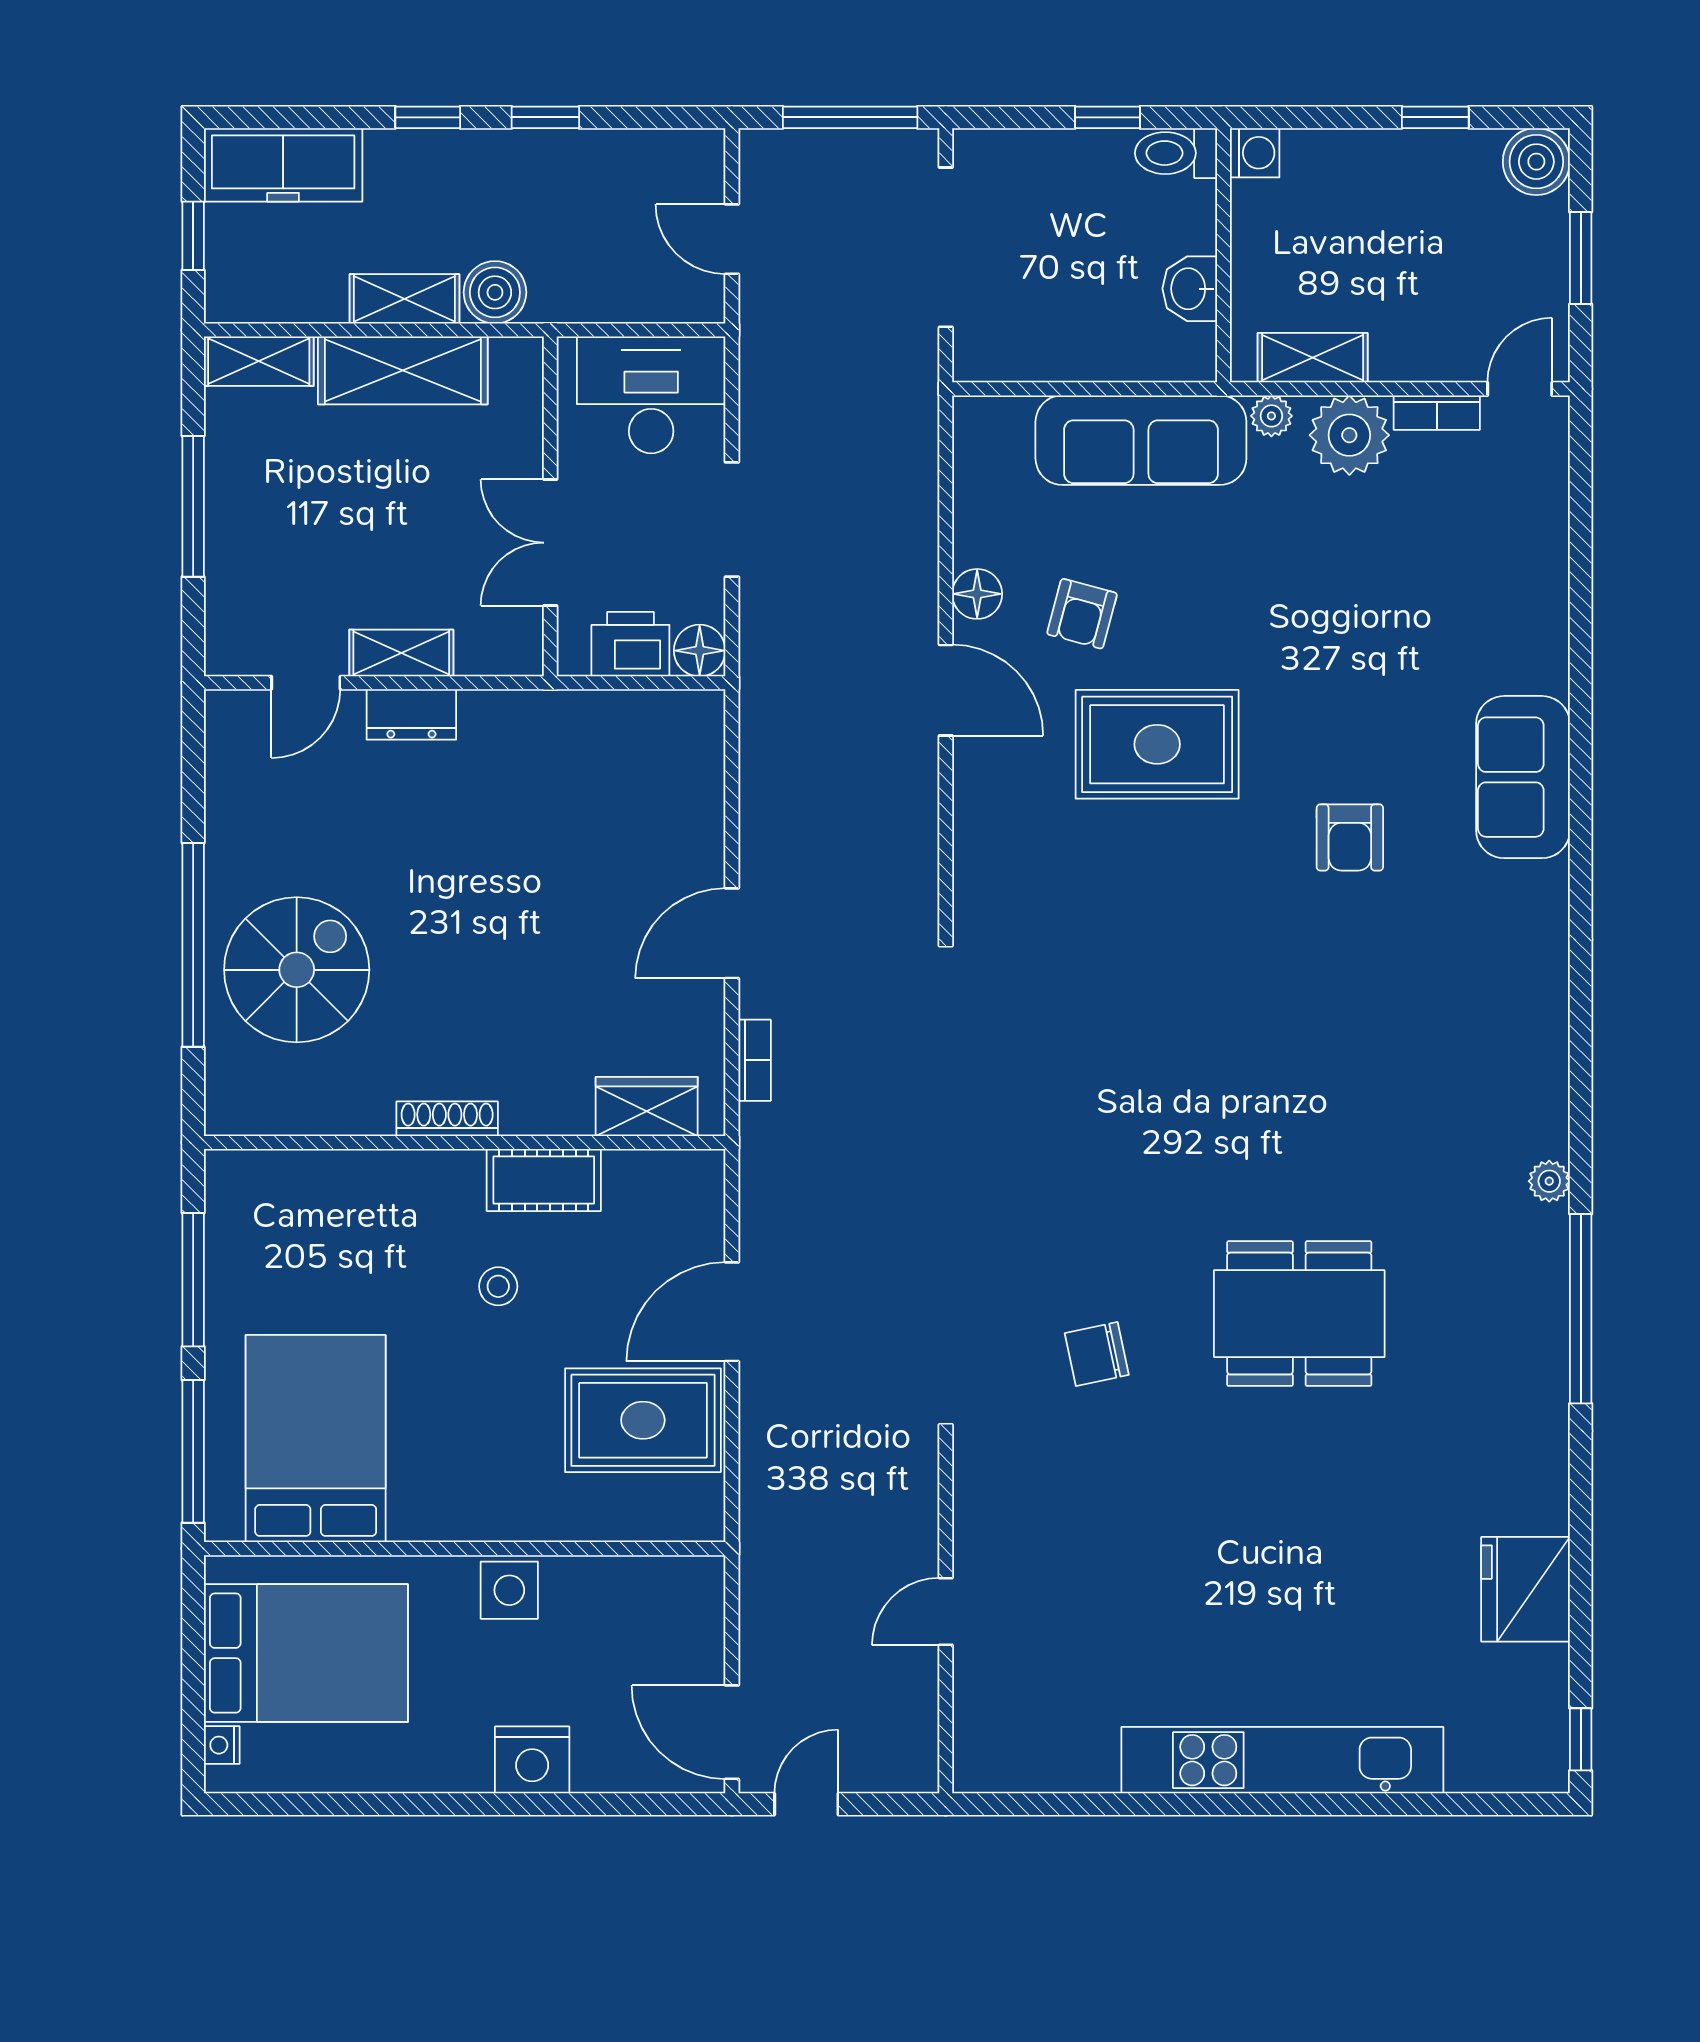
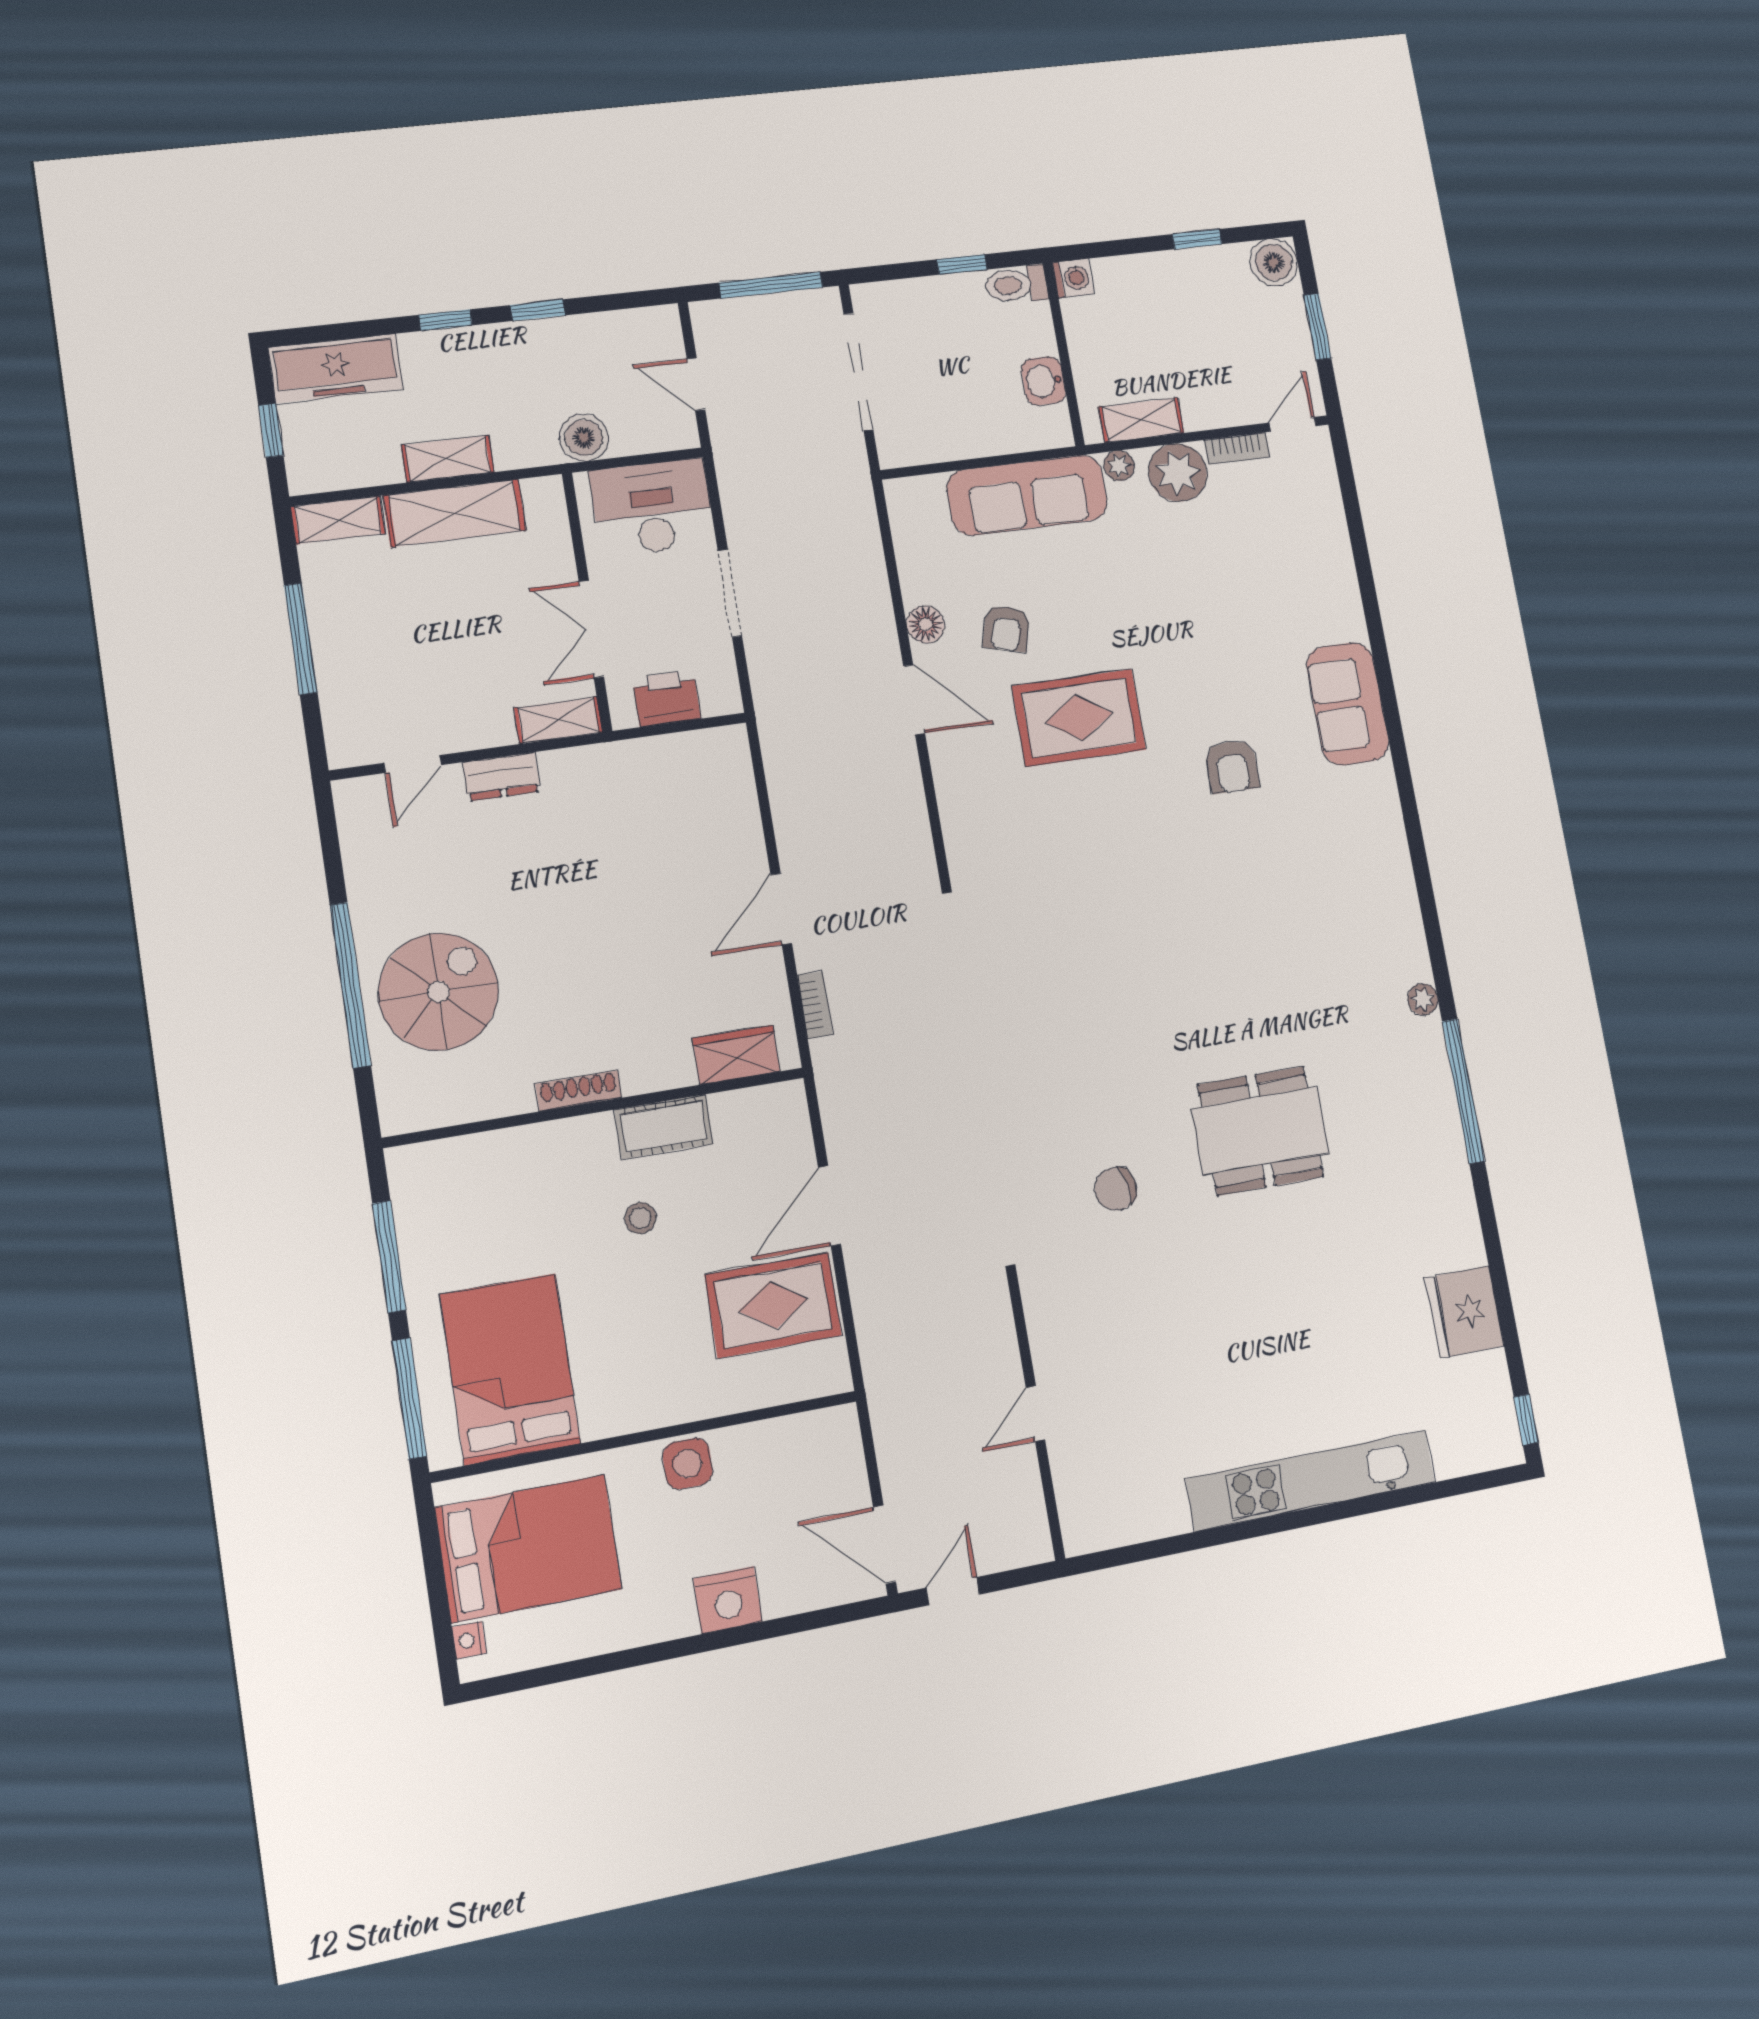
boiler: (495, 292) -> (584, 438), moved
floor lamp: (700, 651) -> (721, 696), removed
shelving: (401, 653) -> (558, 720), moved

